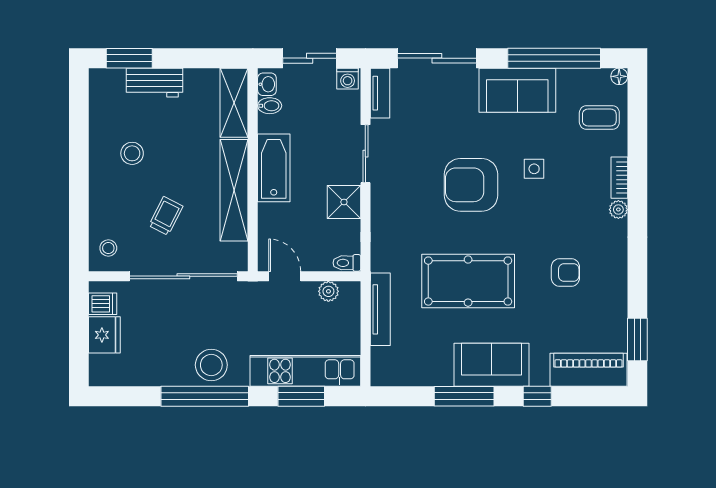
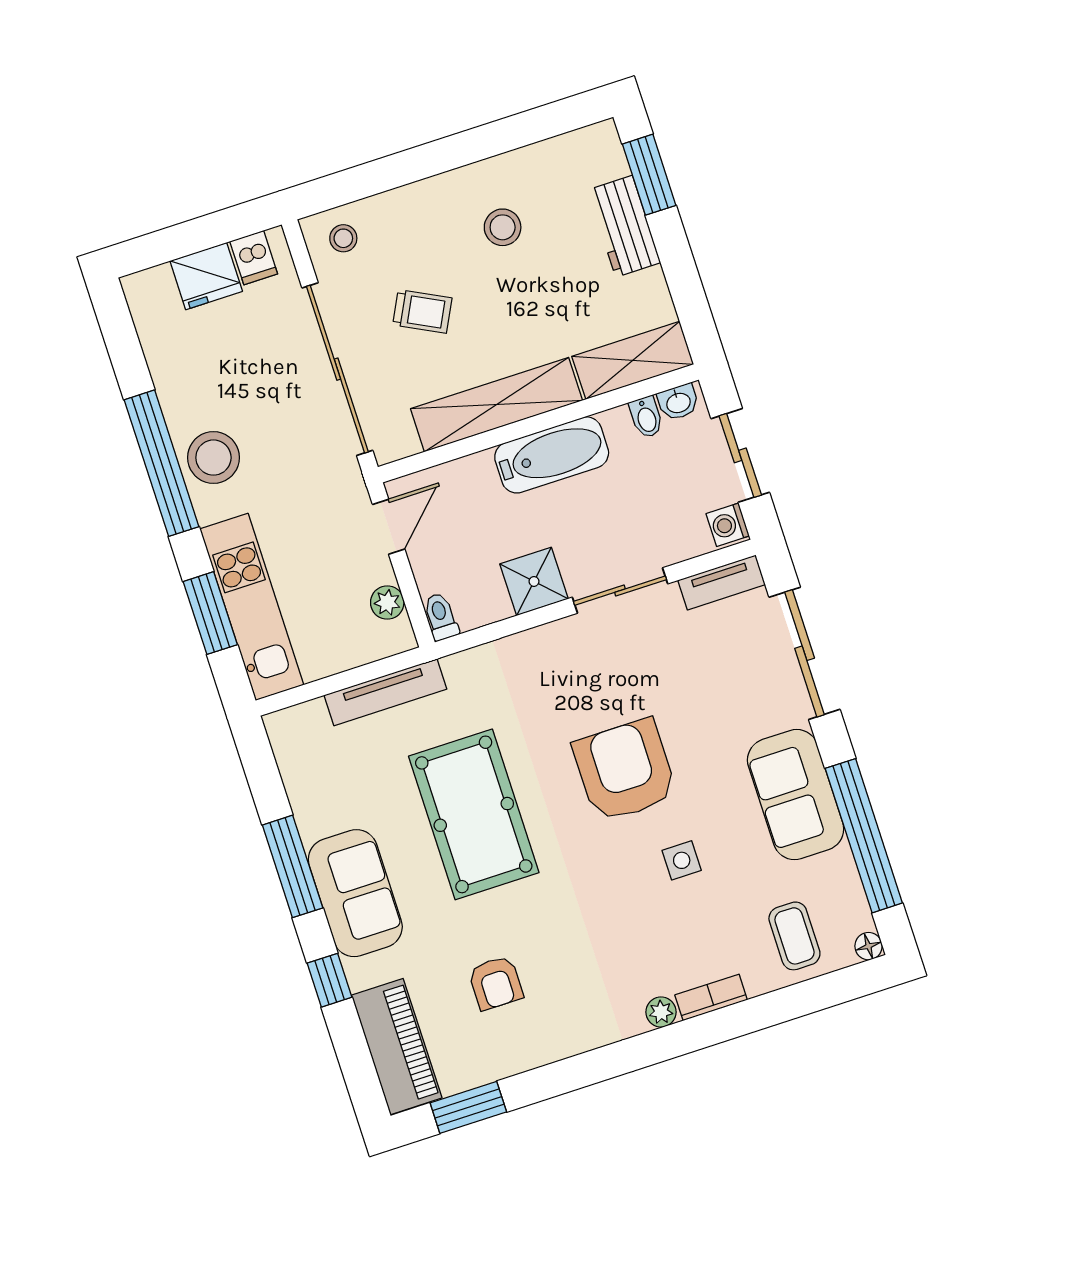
armchair: (565, 272) -> (496, 983), moved

